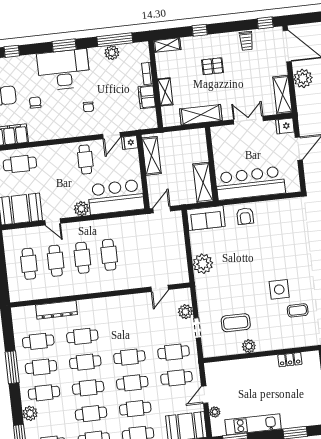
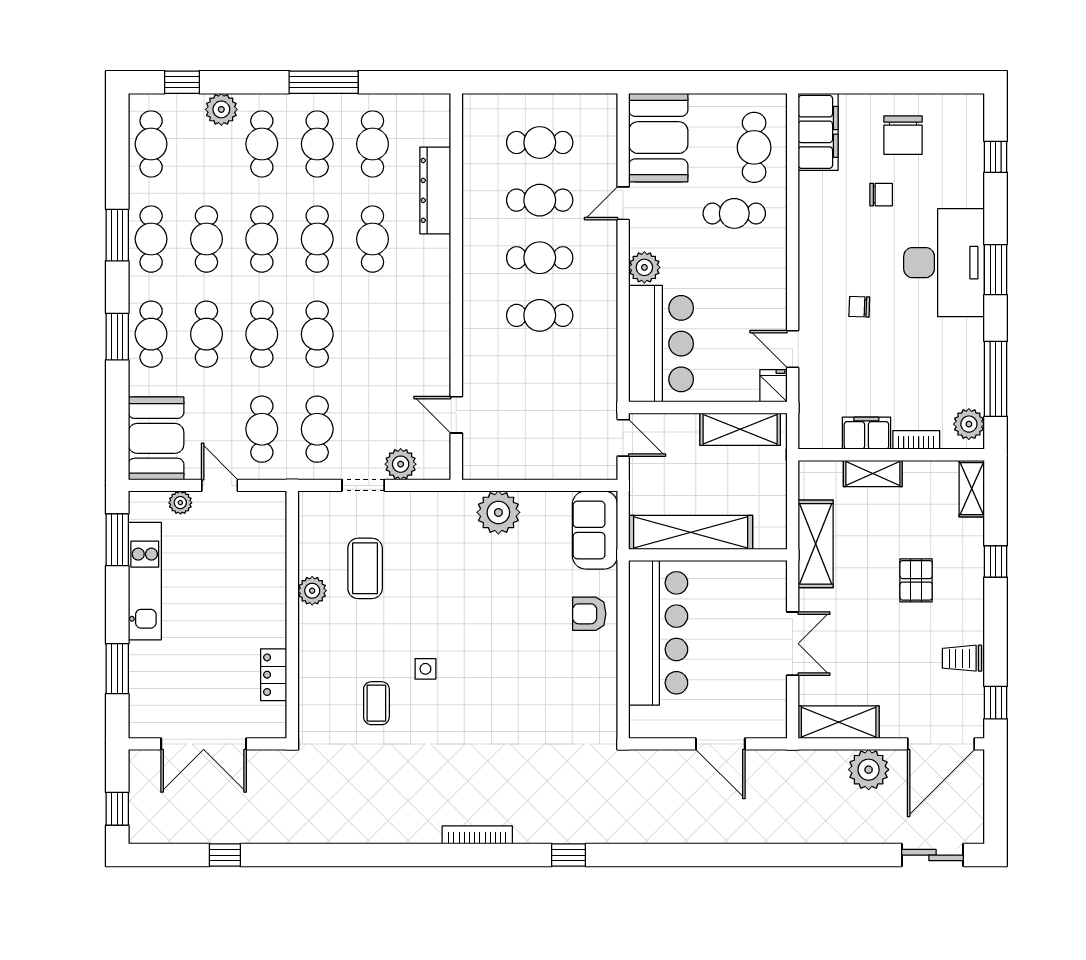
plant: (112, 53) -> (969, 424), moved
fridge: (285, 126) -> (772, 720), removed
cafe table: (85, 159) -> (734, 213), moved
shelving: (203, 183) -> (691, 532), width x1.47
side table: (279, 289) -> (425, 669), width x0.54, depth x0.54

